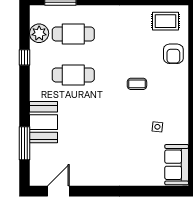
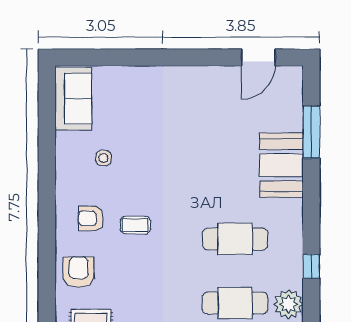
armchair: (165, 88) -> (91, 218), added

